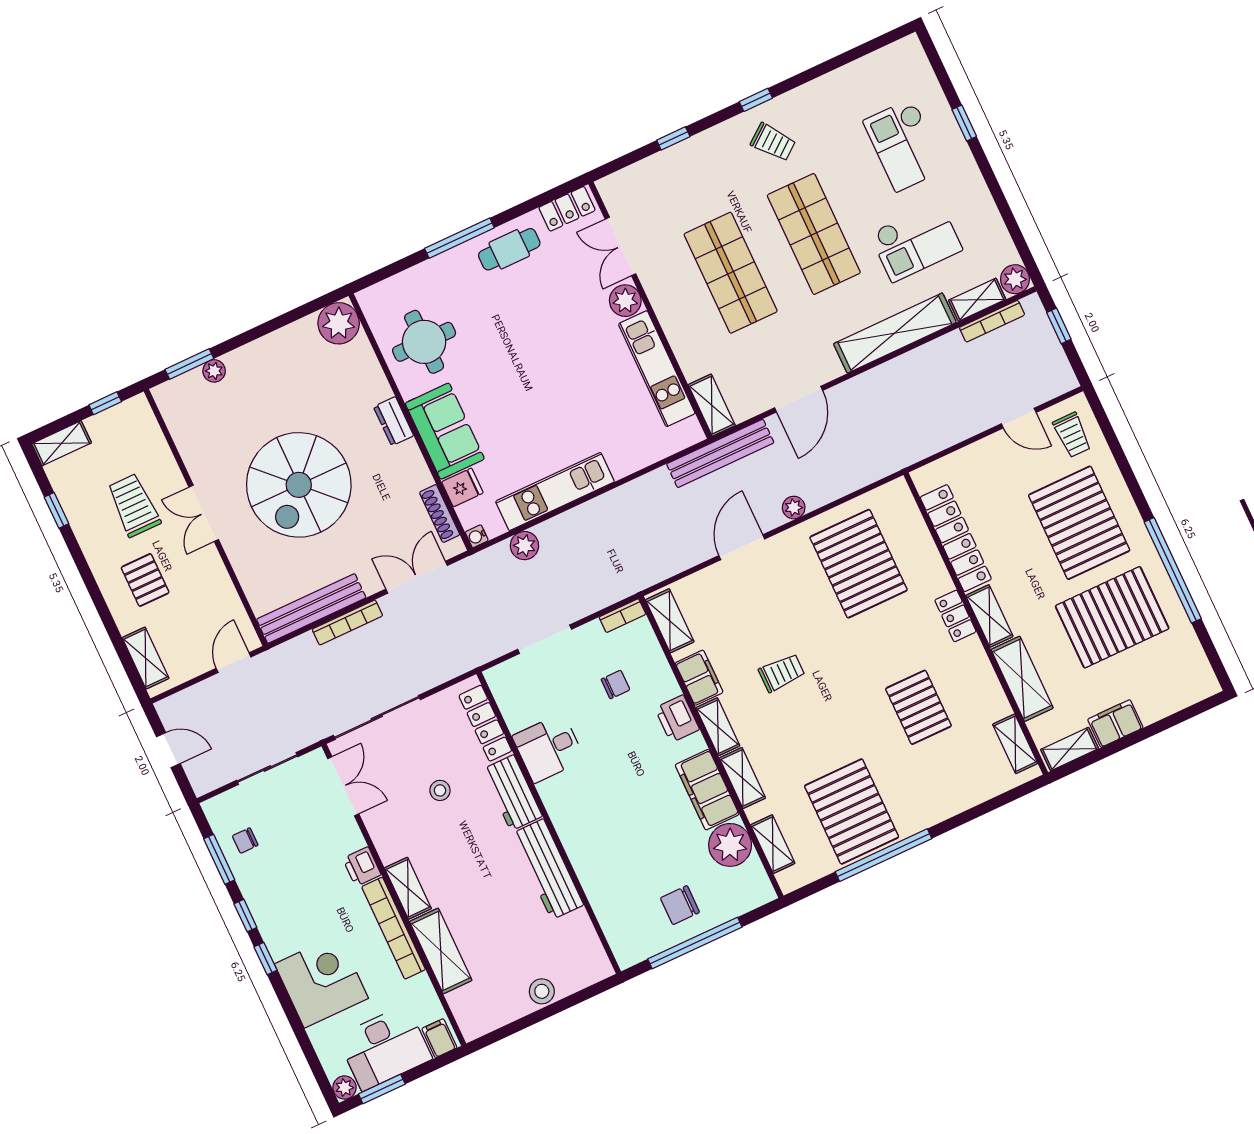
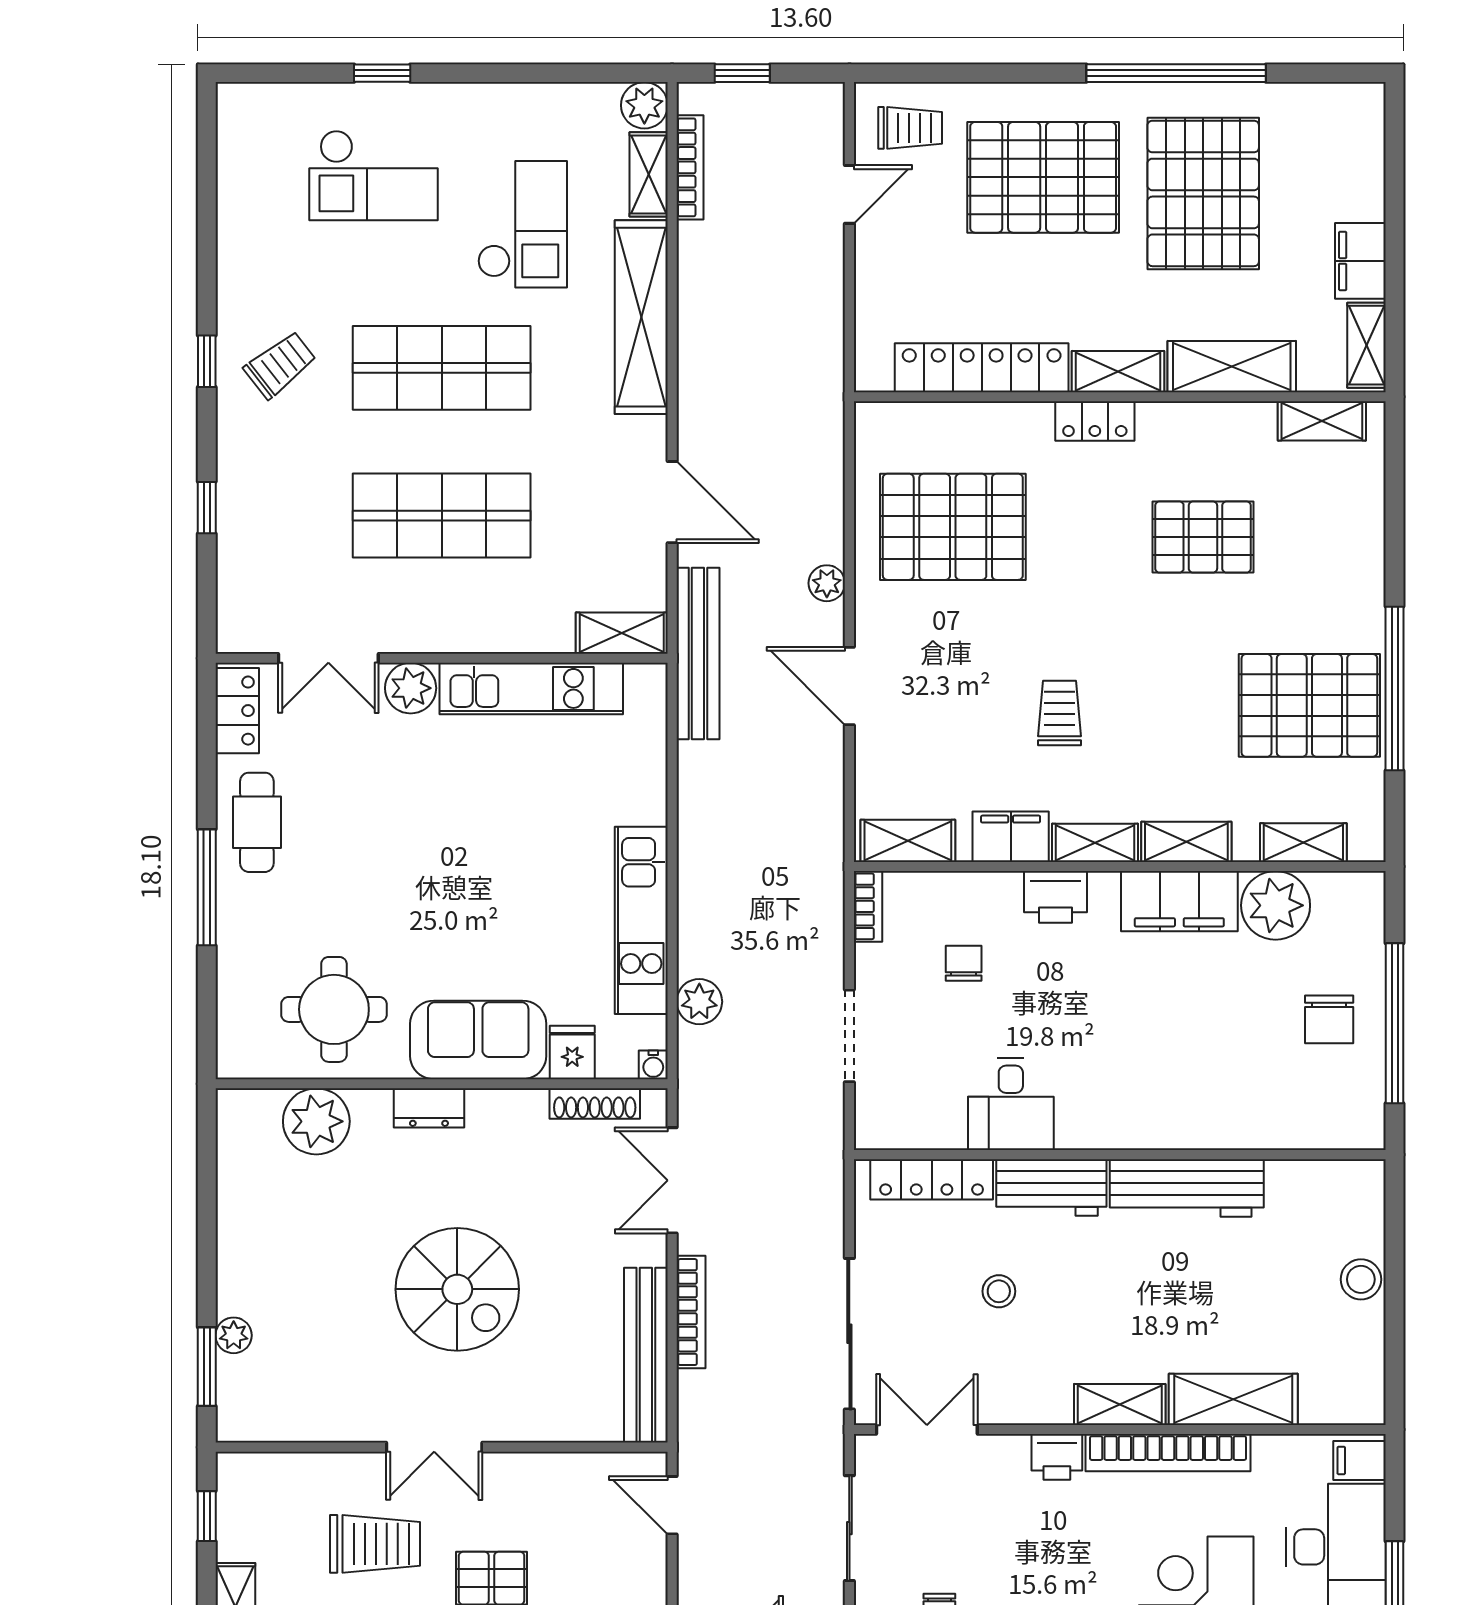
plant: (339, 323) -> (316, 1121), moved
spiral stairs: (299, 485) -> (457, 1289), width x0.73, depth x0.73
trolley: (134, 505) -> (375, 1544), turned 180

